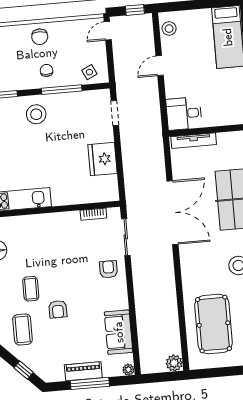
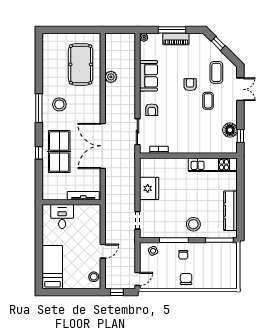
desk: (184, 114) -> (62, 216), moved, turned -90
sofa: (119, 332) -> (148, 76), moved
plant: (174, 363) -> (111, 77), moved

